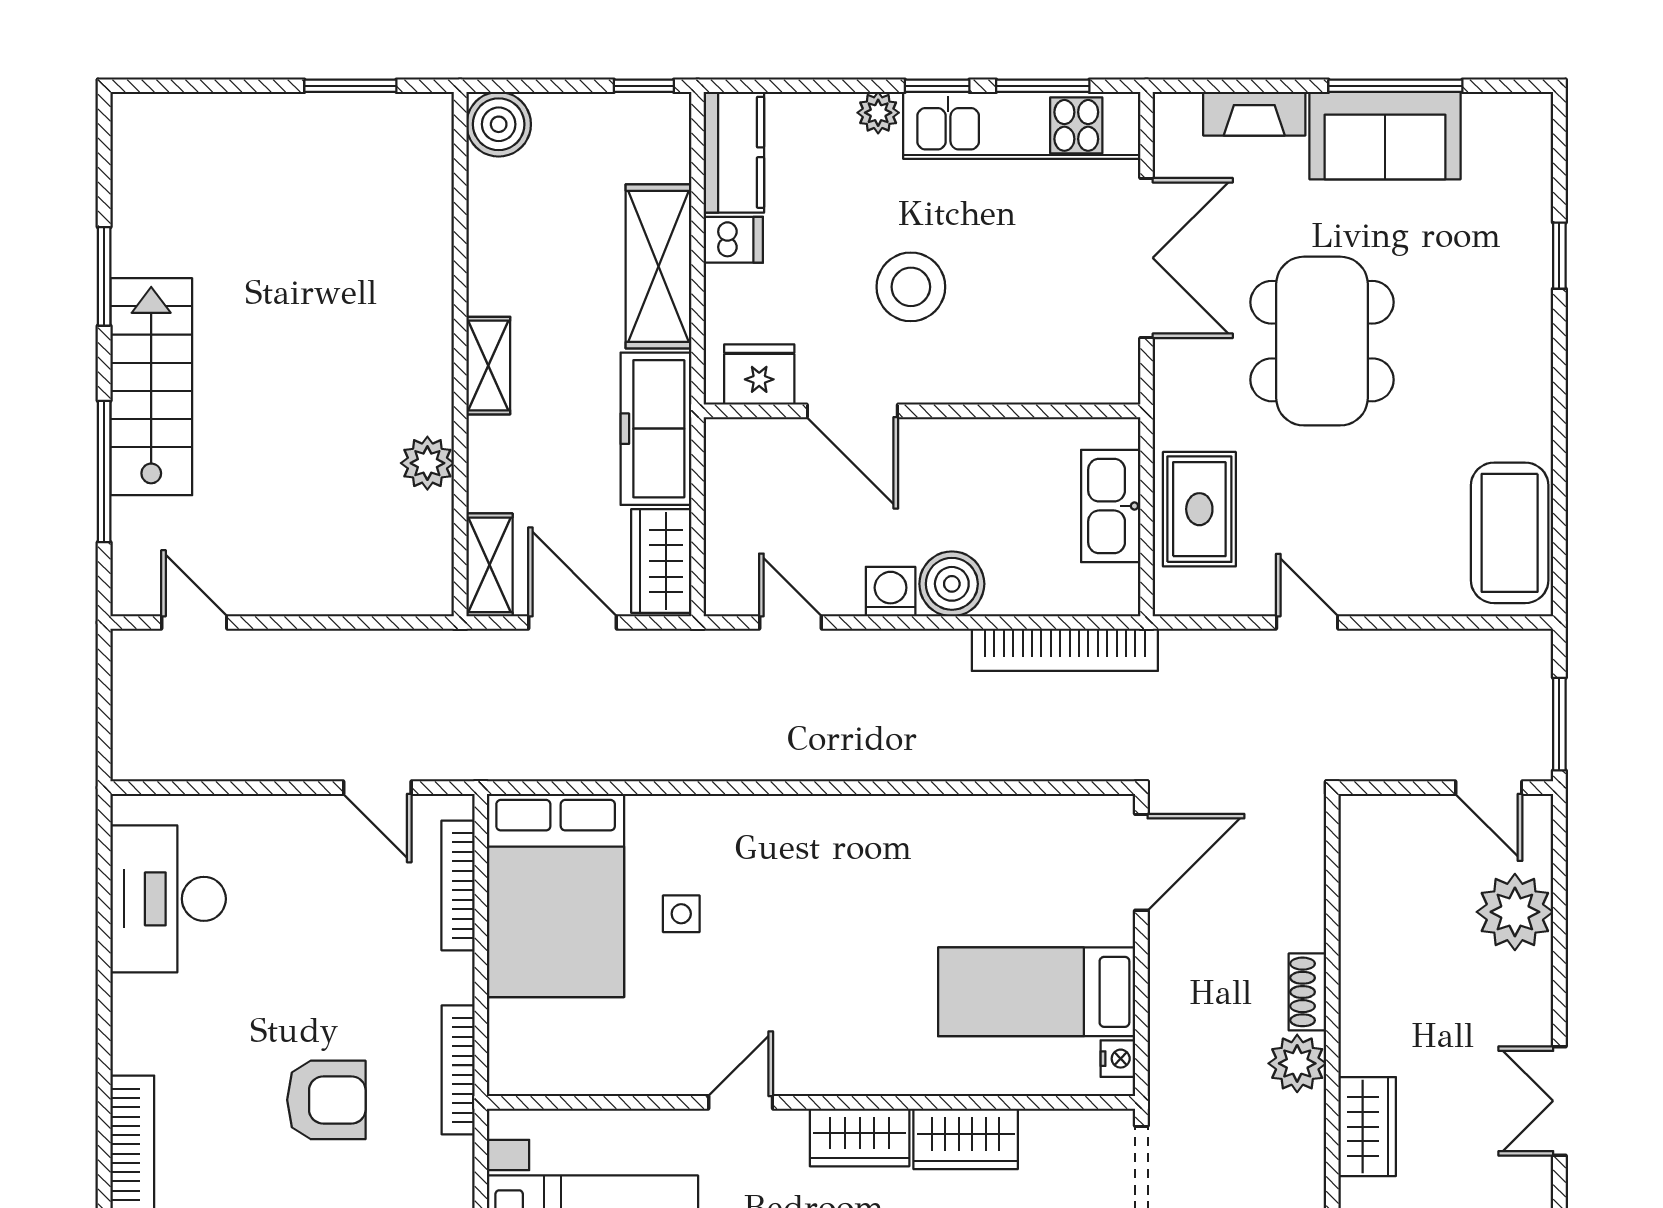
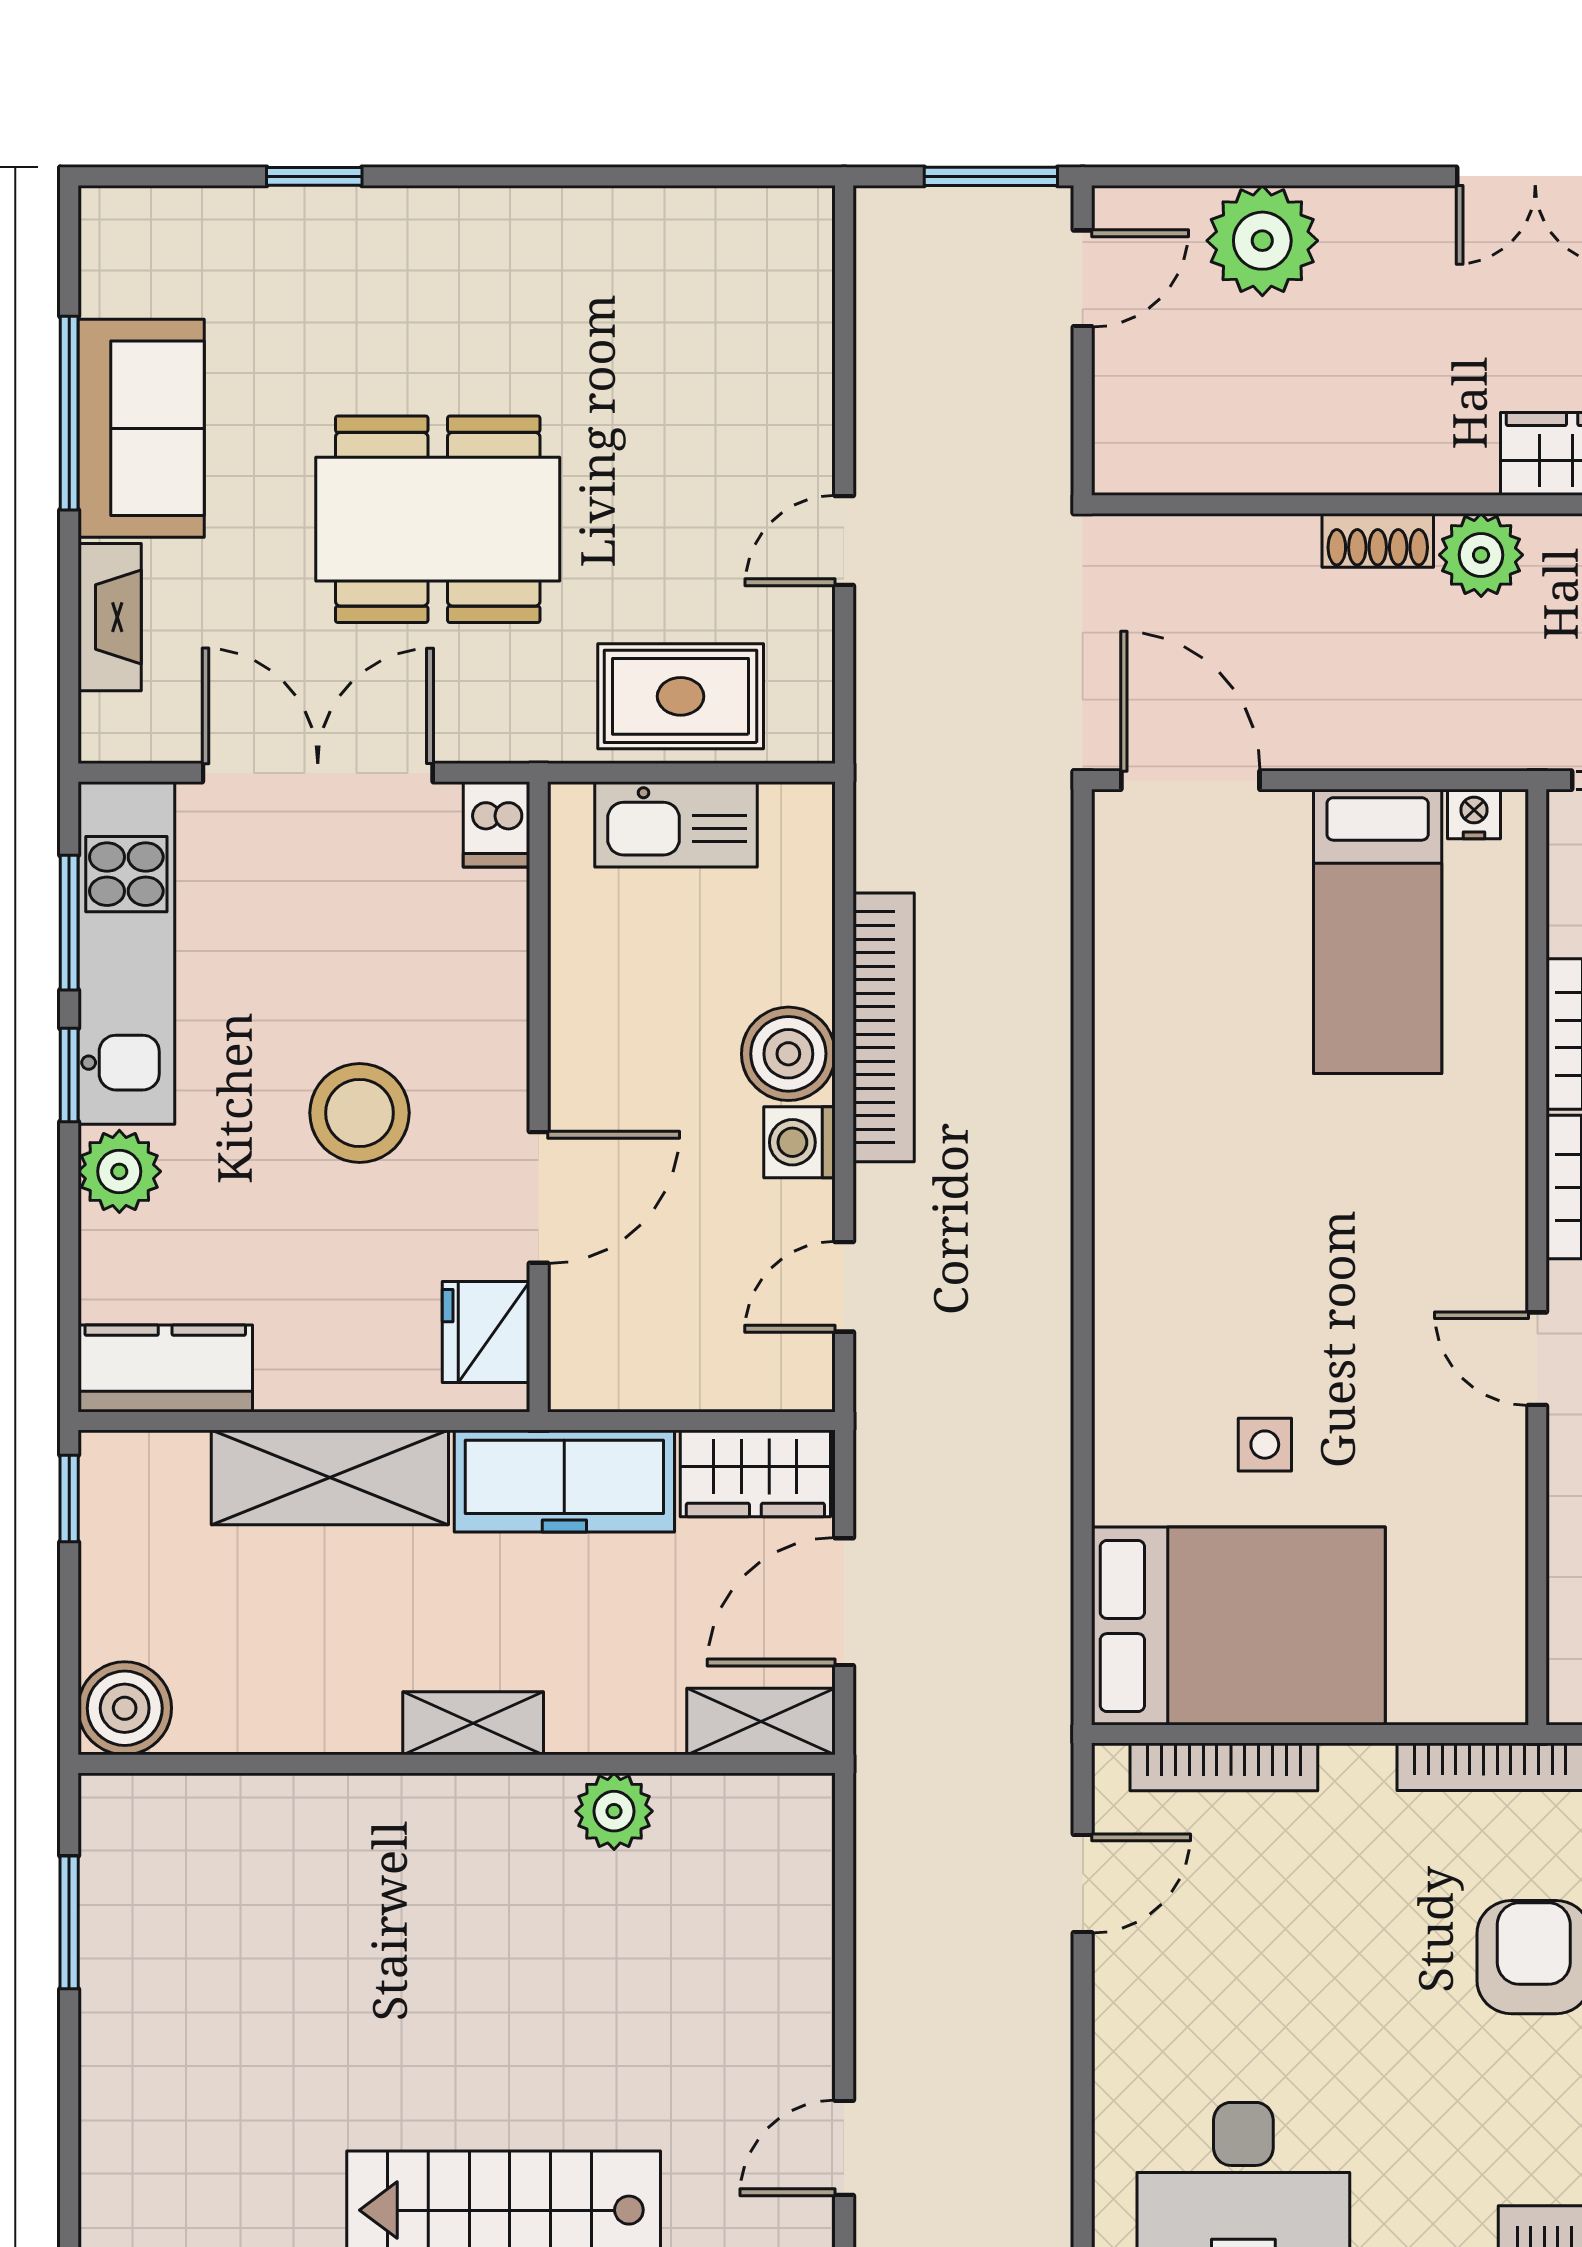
plant: (878, 113) -> (119, 1171), width x1.38, depth x1.38
dishwasher: (733, 240) -> (496, 824), moved, turned 180
coffee table: (1510, 533) -> (715, 248), removed
bookcase: (1065, 650) -> (884, 1027), moved

